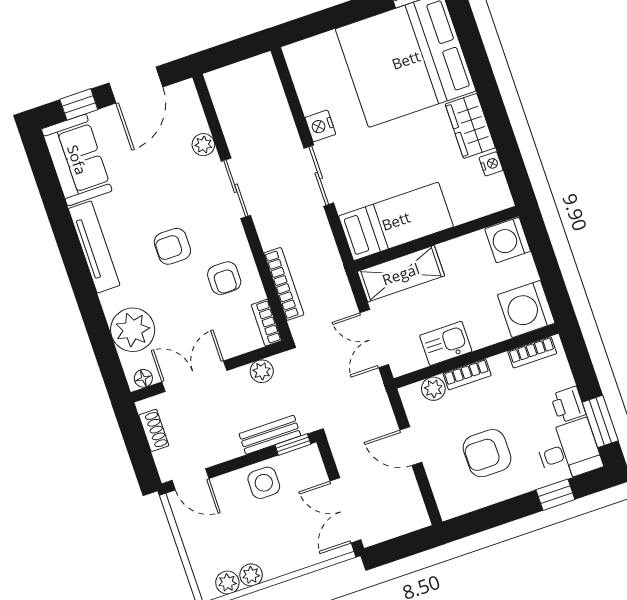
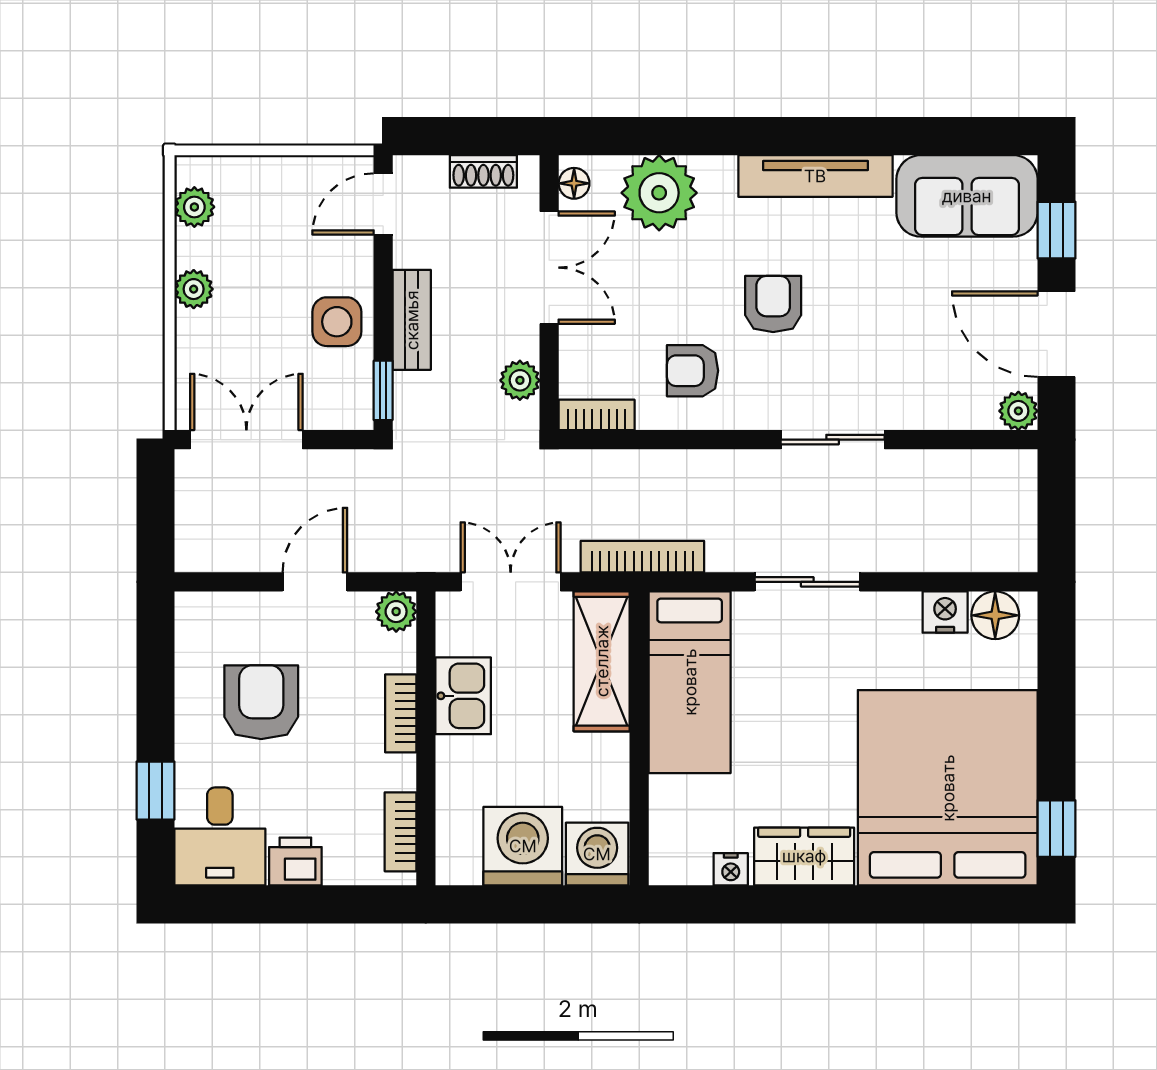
floor lamp: (302, 66) -> (995, 615), added
nightstand: (320, 126) -> (945, 612), moved
plant: (203, 145) -> (1018, 411), moved
bookcase: (284, 284) -> (642, 557), moved, turned 180
washing machine: (526, 309) -> (523, 846), moved
plant: (433, 389) -> (396, 612), moved
window: (600, 421) -> (250, 904), removed
bench: (270, 435) -> (412, 320), moved
plant: (251, 575) -> (194, 289), moved

